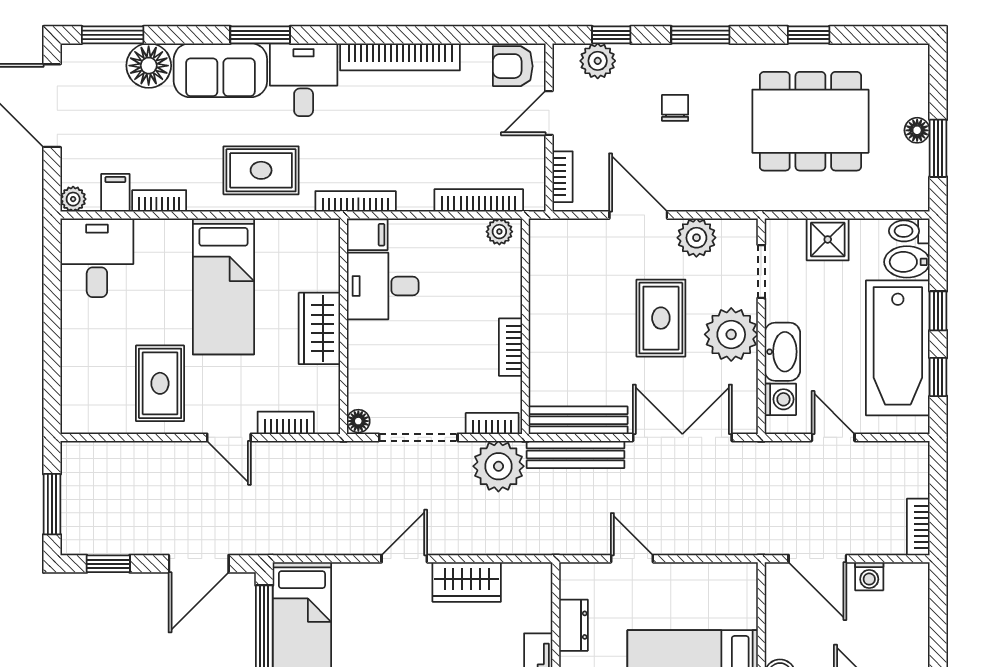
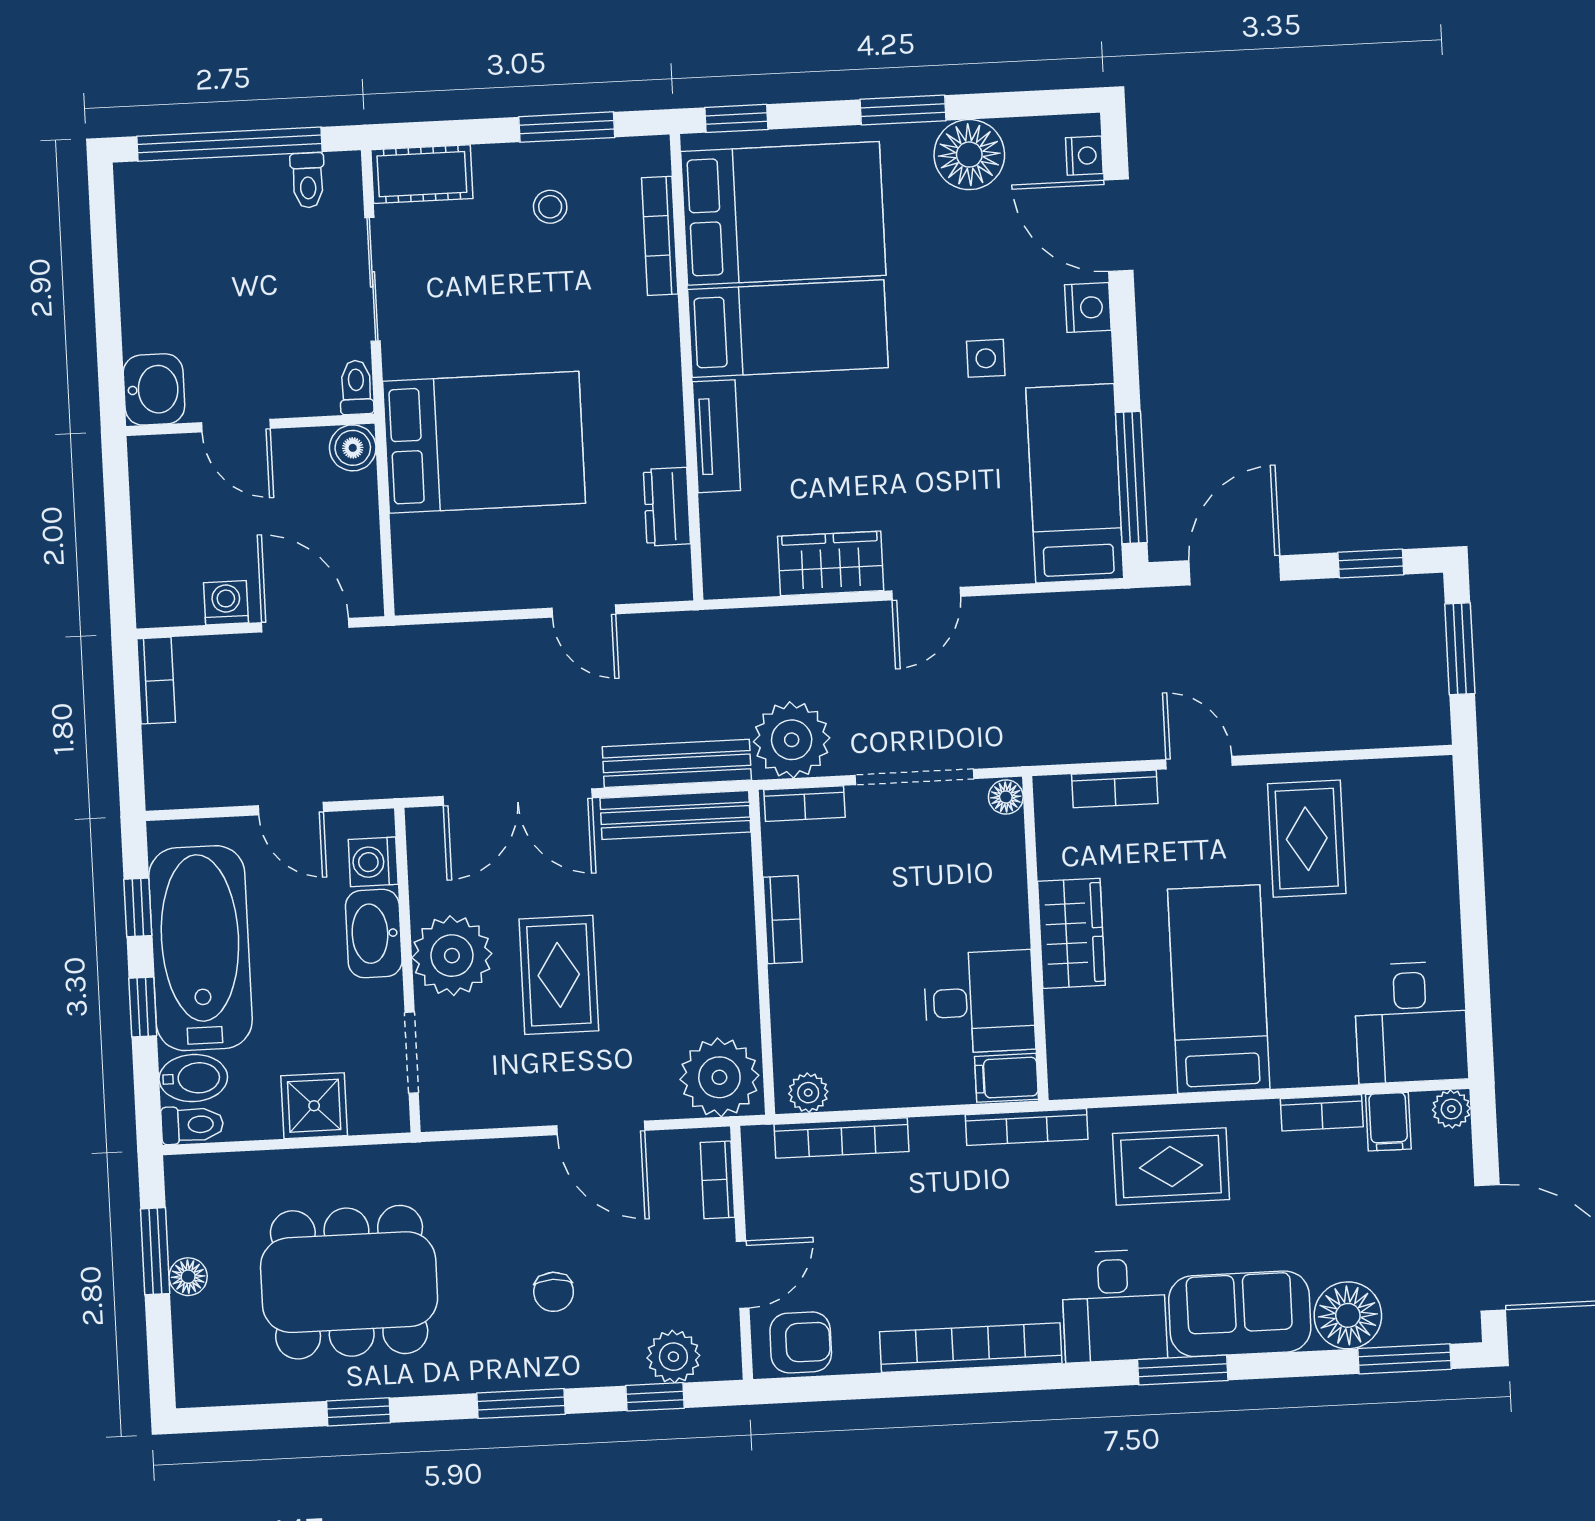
plant: (696, 238) -> (719, 1077), moved, width x1.36, depth x1.36

